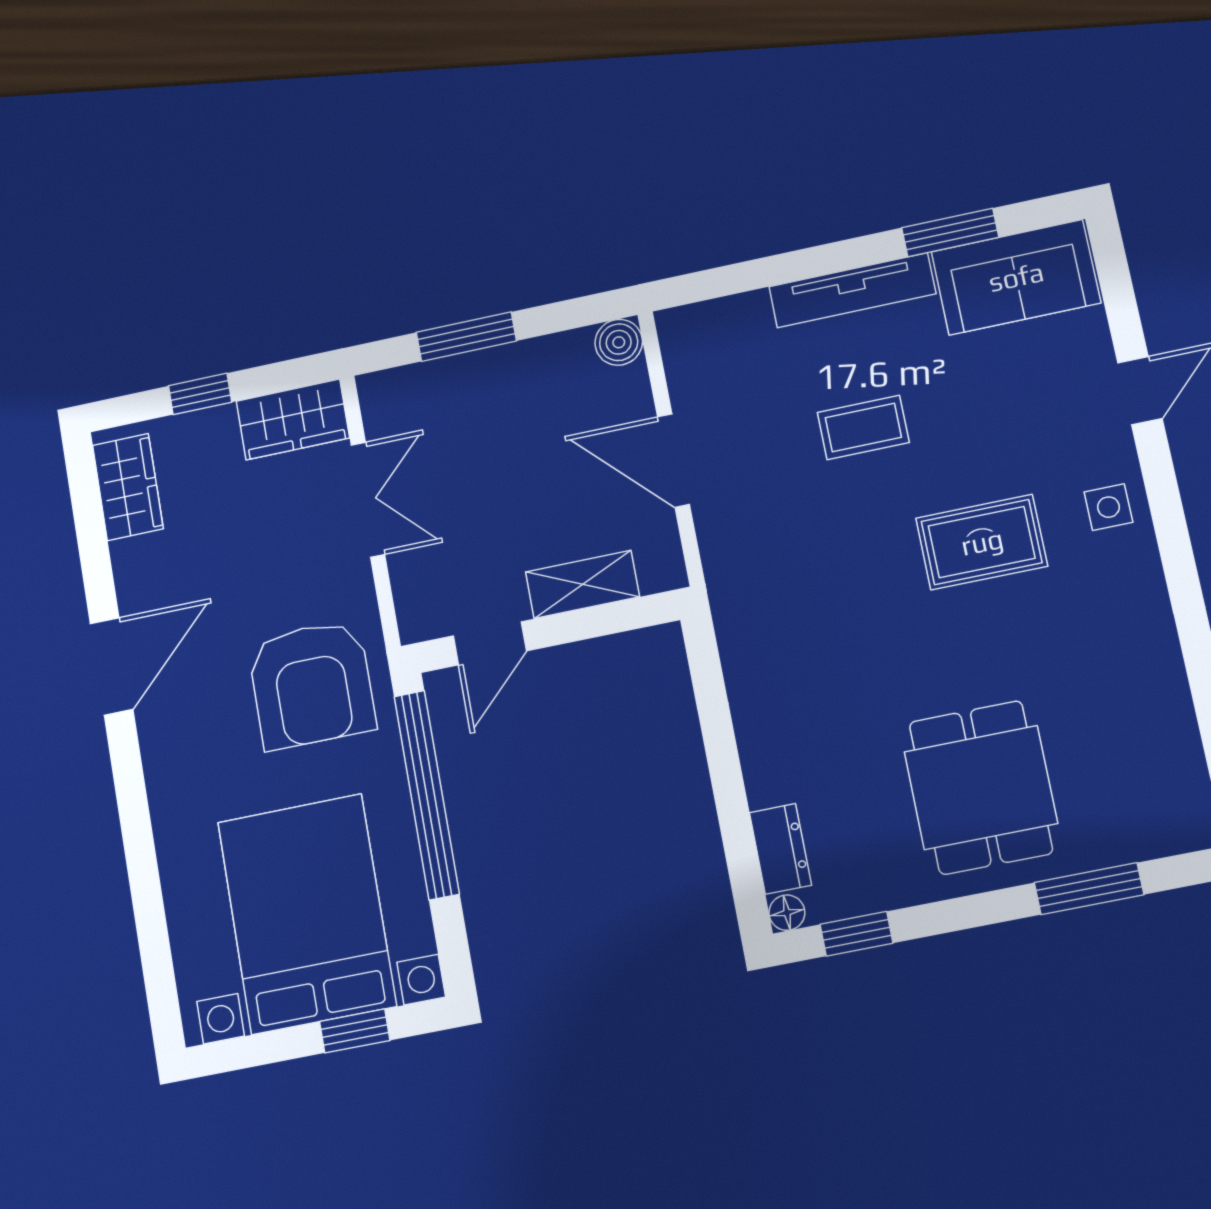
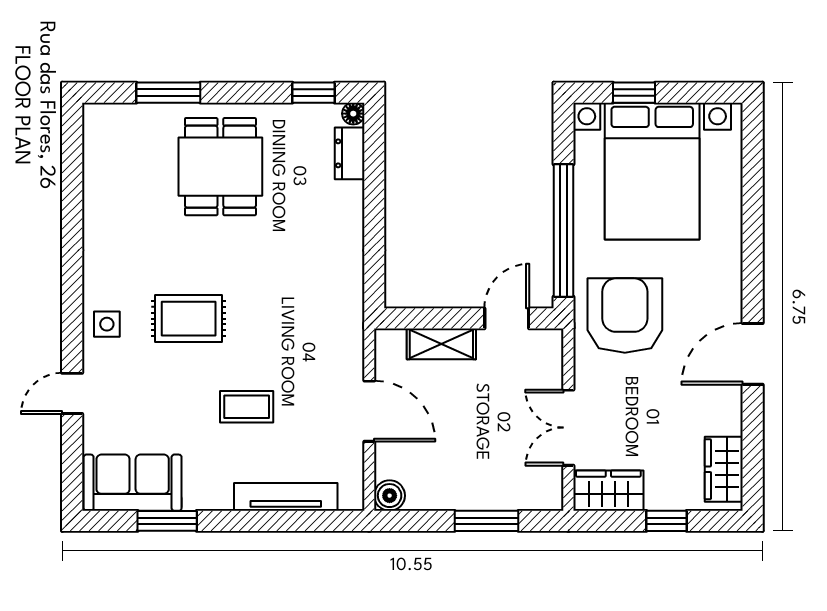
tv unit: (852, 290) -> (286, 497), moved

